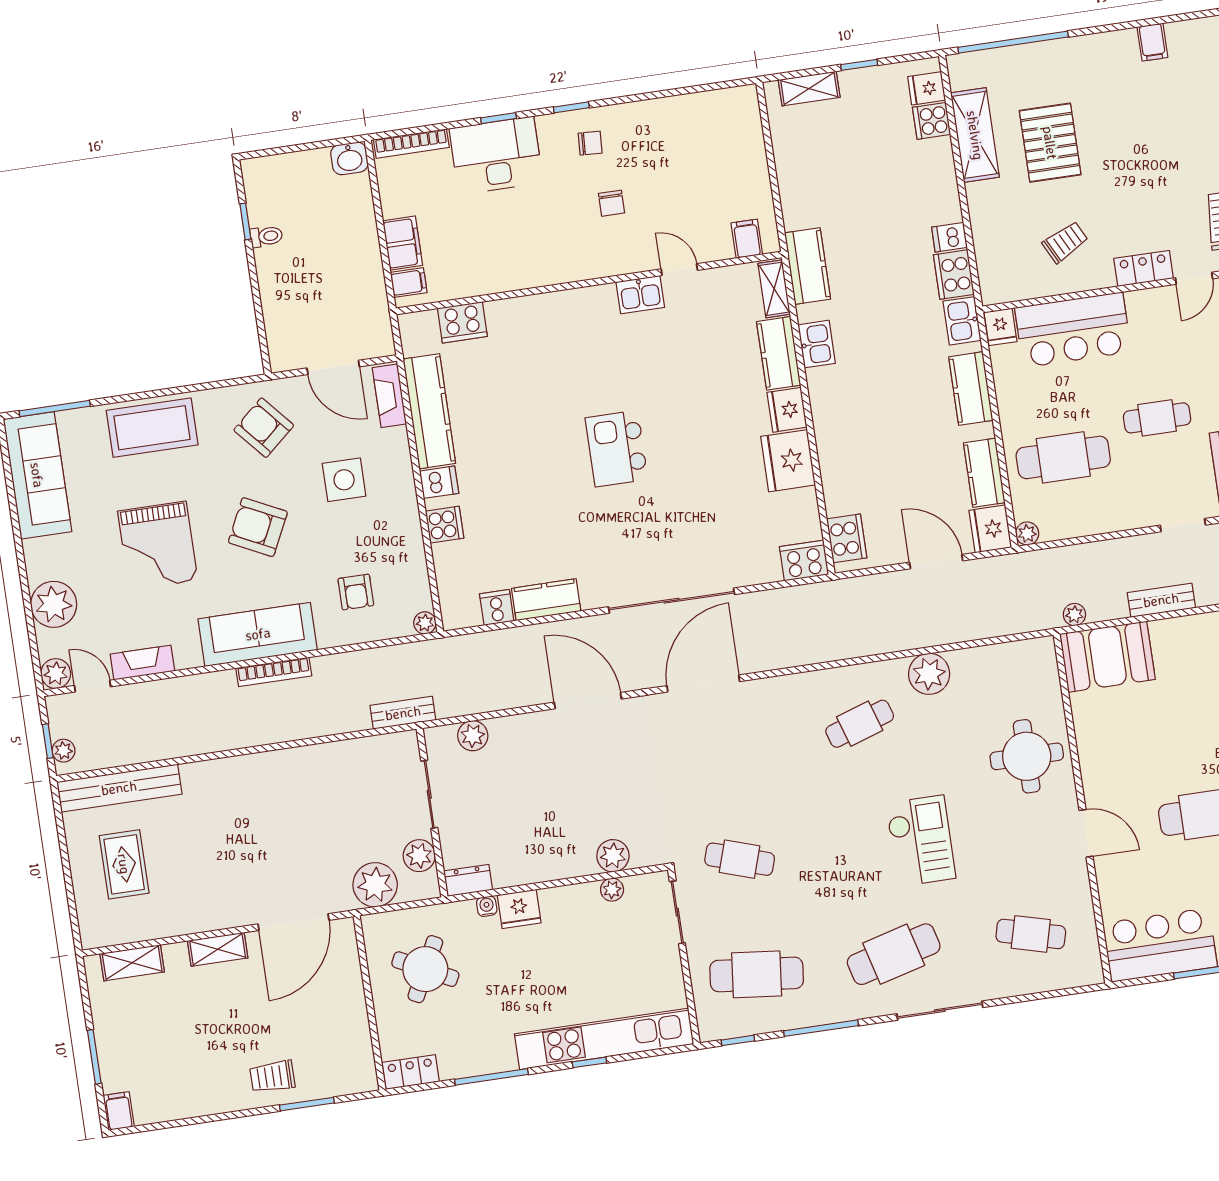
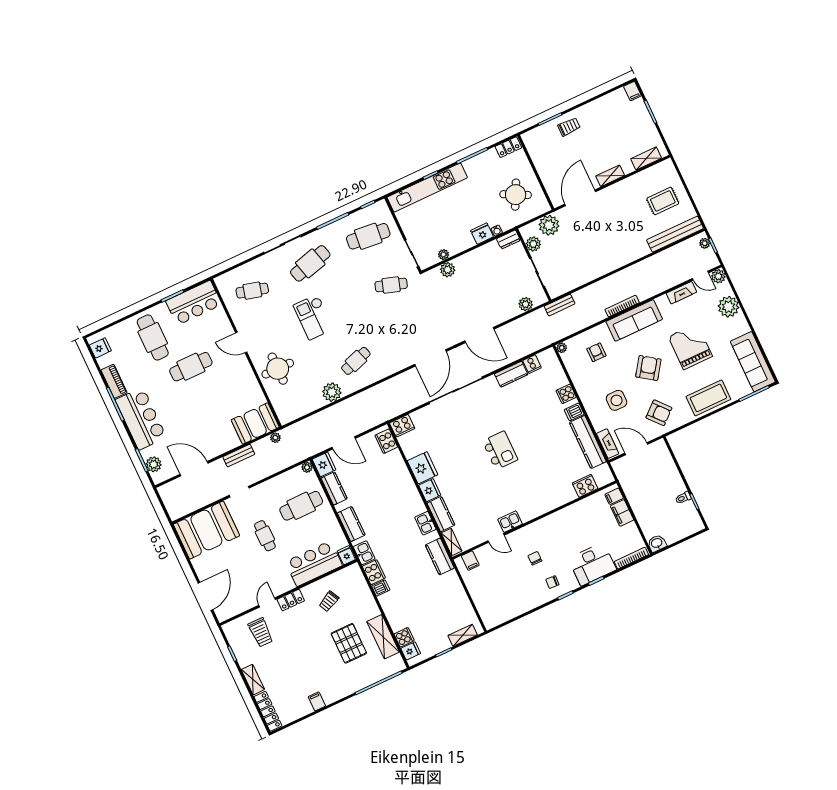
cafe table: (1157, 418) -> (265, 536), turned 90
armchair: (258, 527) -> (648, 368), turned -81
rug: (124, 864) -> (663, 201), turned 90

